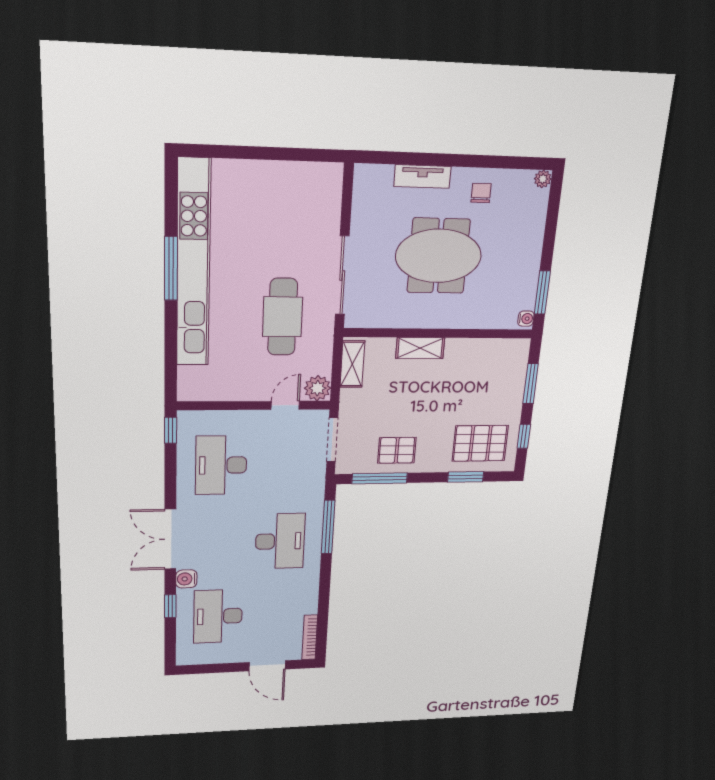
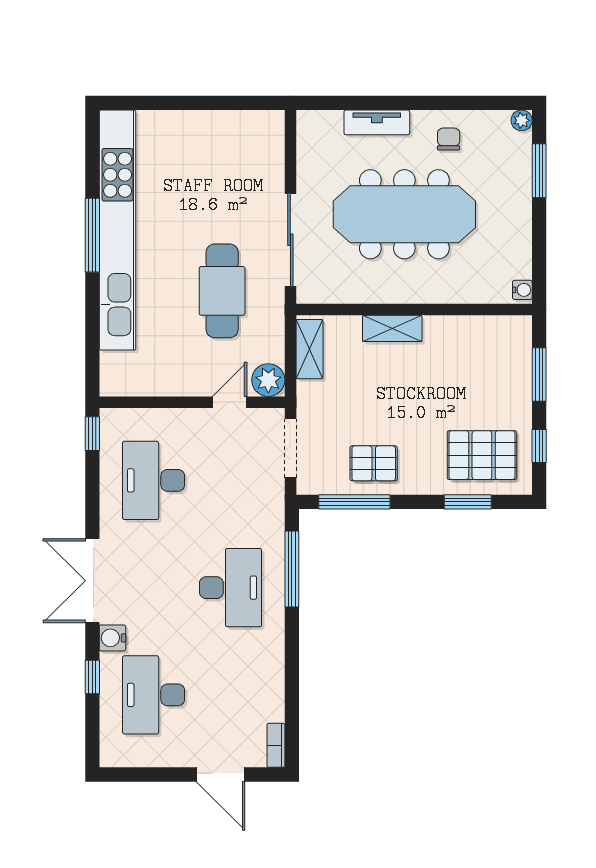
meeting table: (438, 256) -> (404, 214), width x1.36
window: (542, 293) -> (539, 171), moved
bookcase: (310, 637) -> (276, 745), width x0.64

